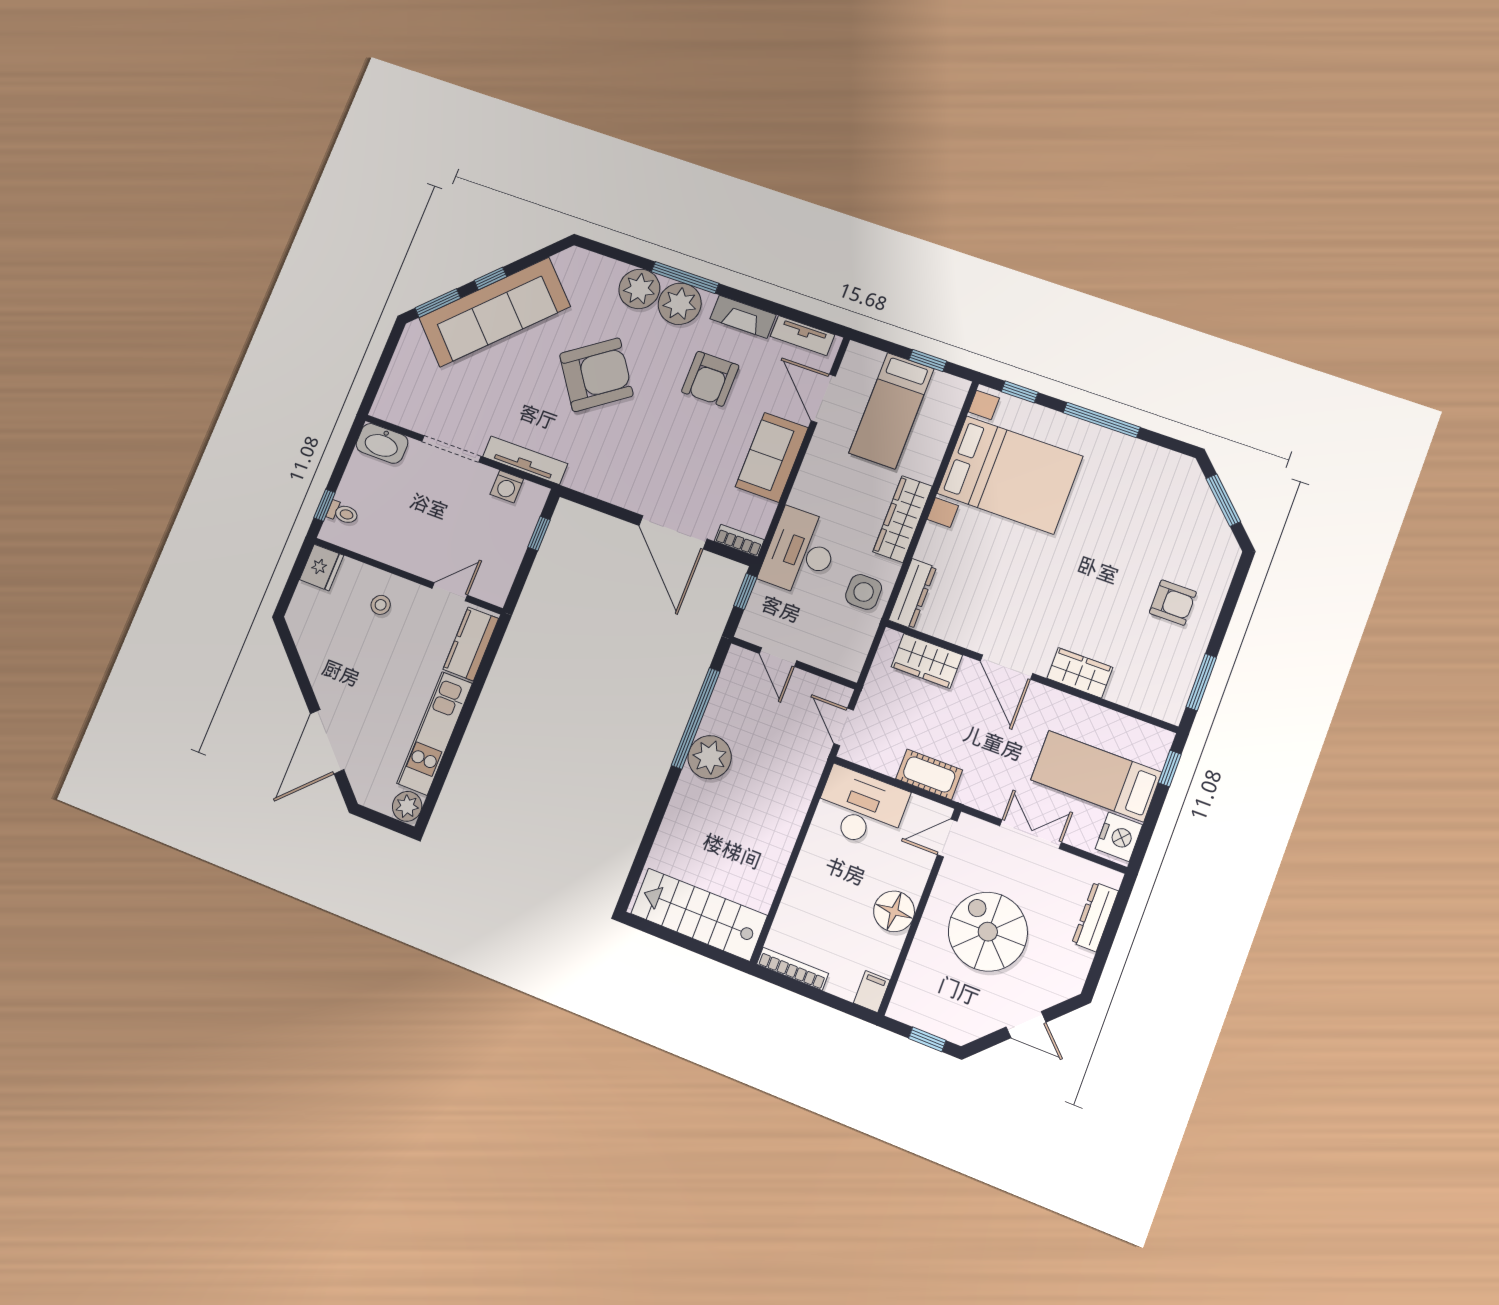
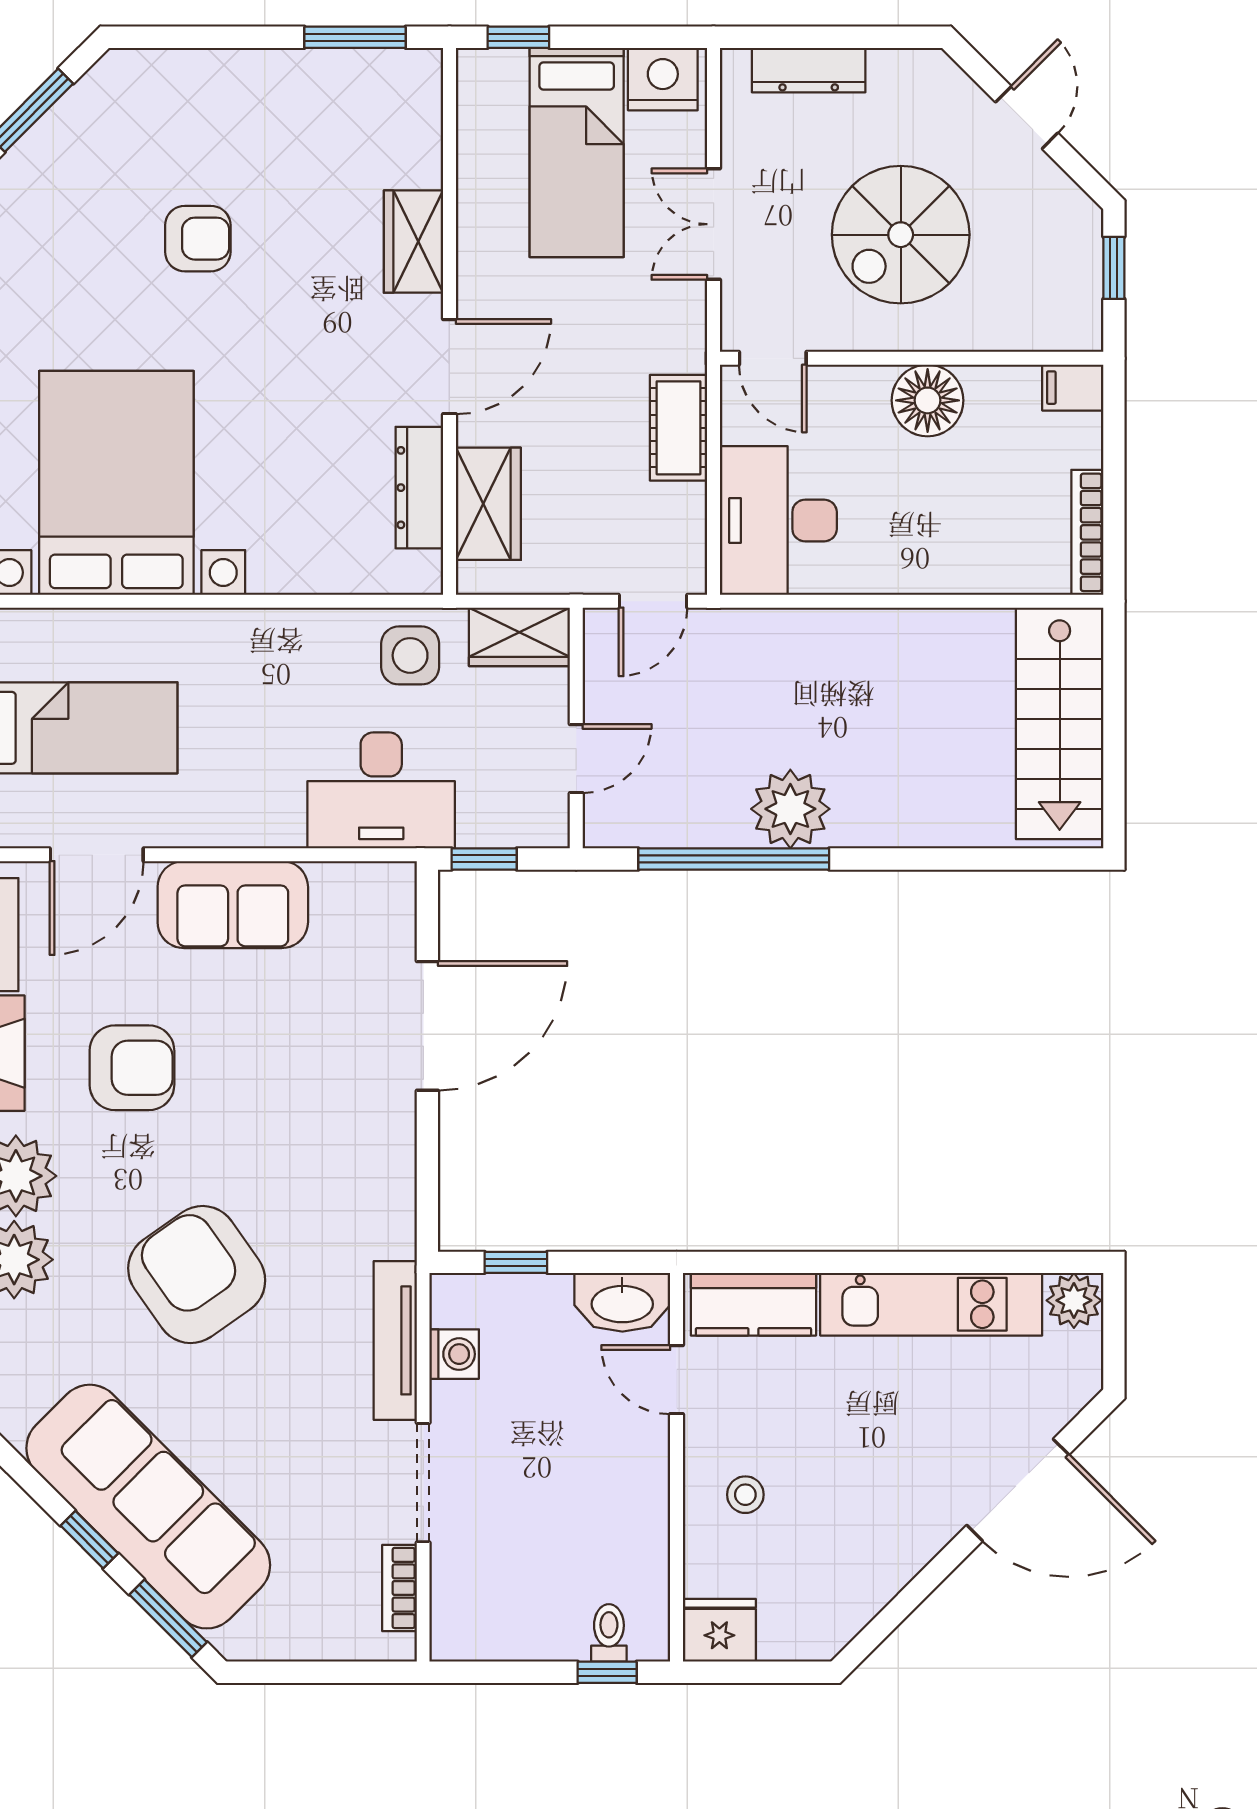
washbasin: (382, 443) -> (622, 1302), moved, turned 90
wardrobe: (903, 519) -> (519, 637), moved, width x0.67
bookcase: (739, 541) -> (399, 1588), moved
dresser: (912, 594) -> (419, 488), moved, turned -90
armchair: (1173, 603) -> (198, 239), moved, turned 90

